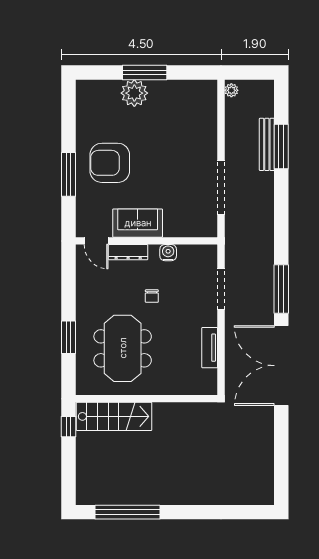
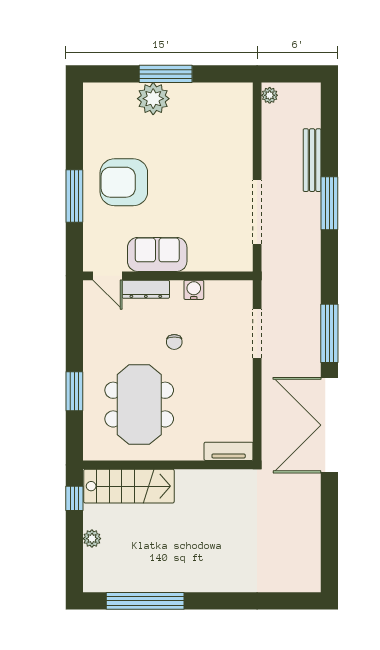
window: (281, 146) -> (329, 203), moved
tv unit: (210, 348) -> (229, 451), moved, turned 90
plant: (83, 460) -> (92, 539), added

